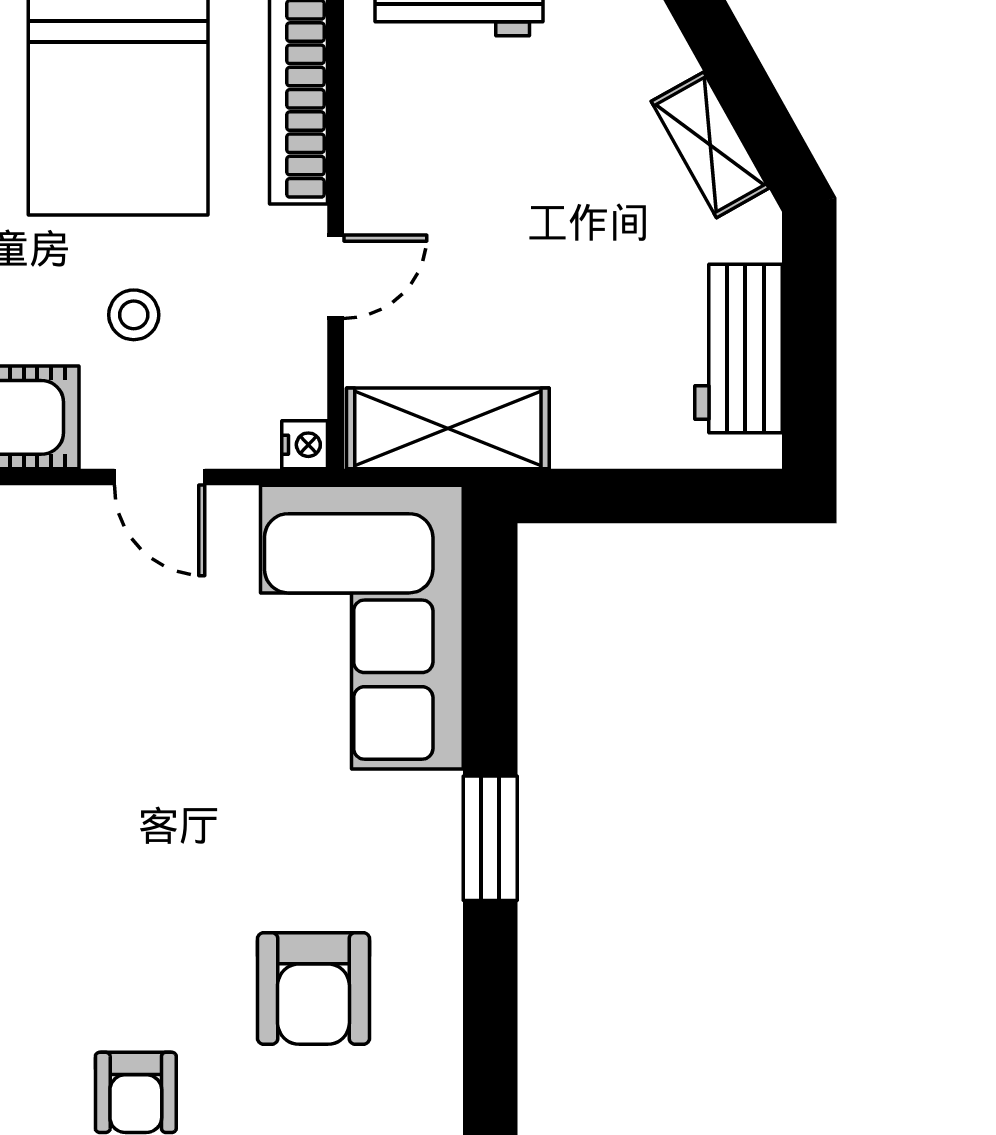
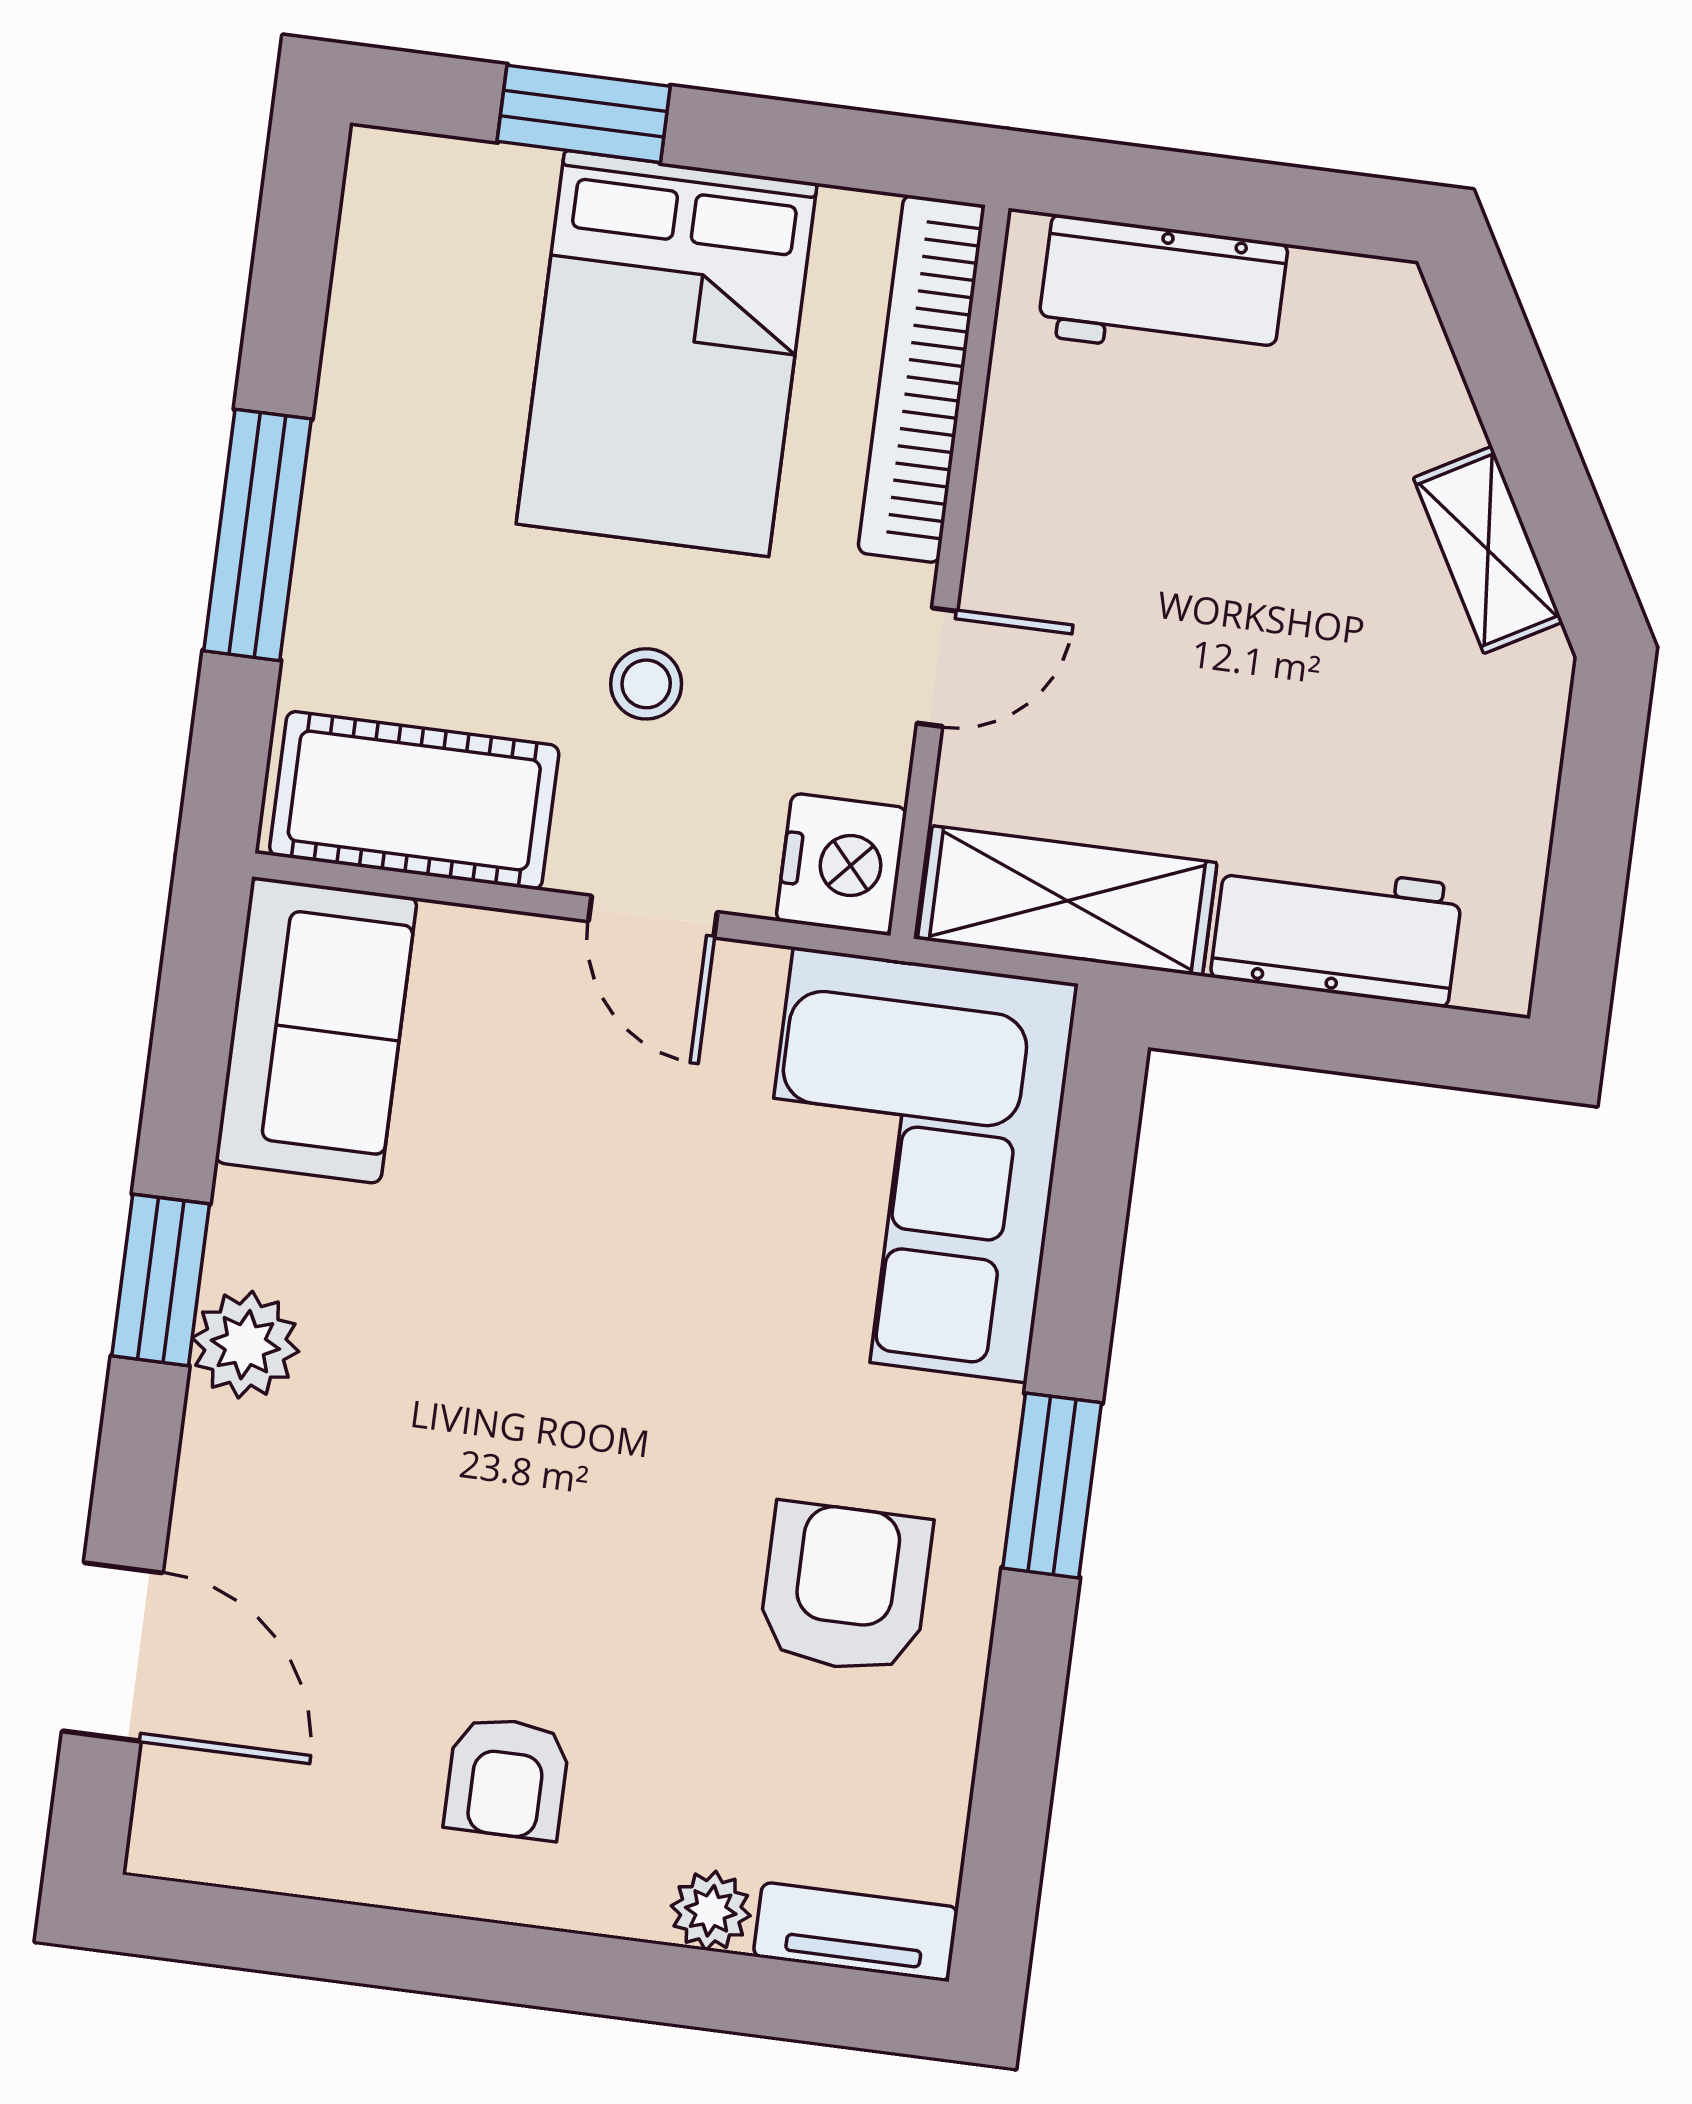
workbench: (738, 349) -> (1337, 931), moved, turned 90
nightstand: (305, 445) -> (841, 864), width x1.89, depth x1.79
armchair: (313, 988) -> (845, 1588), moved, turned 180

